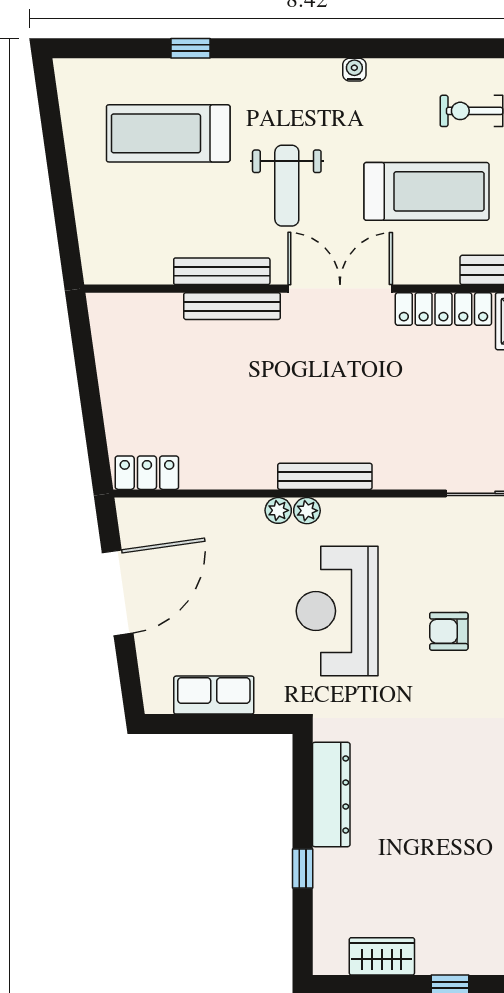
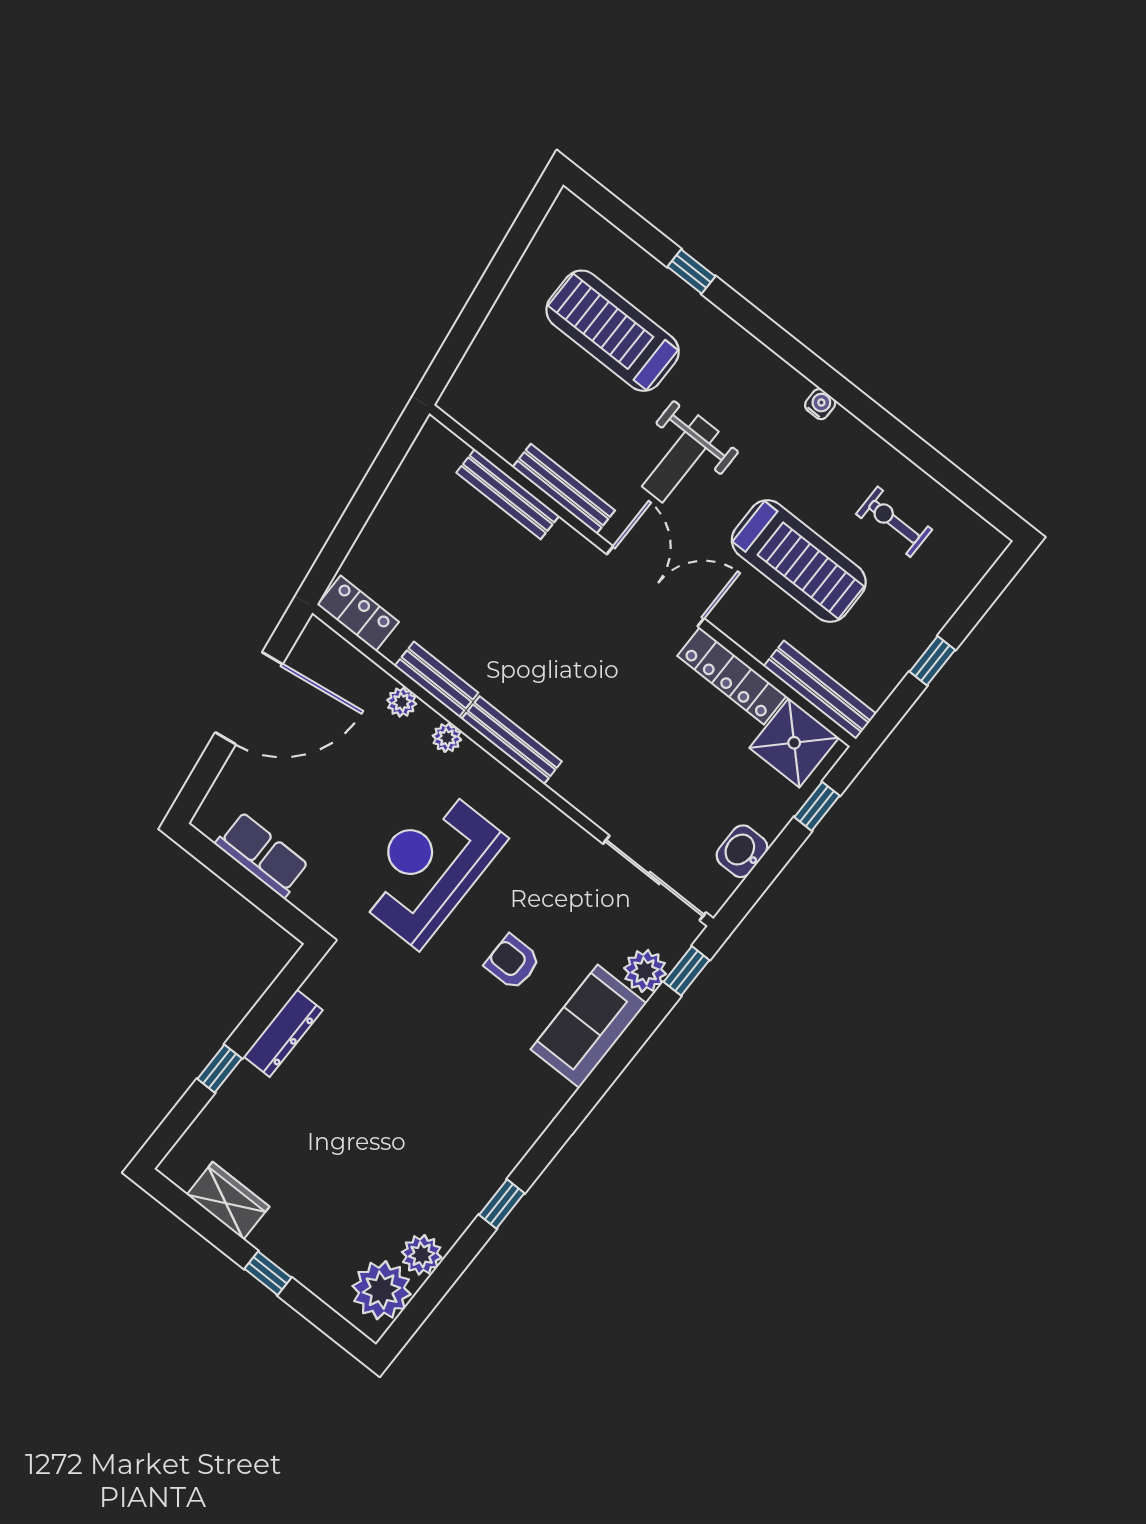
bench: (232, 306) -> (508, 494), moved
bench: (238, 475) -> (436, 679), added
plant: (307, 511) -> (402, 702), moved
dresser: (331, 795) -> (283, 1033), width x0.73, depth x0.80

